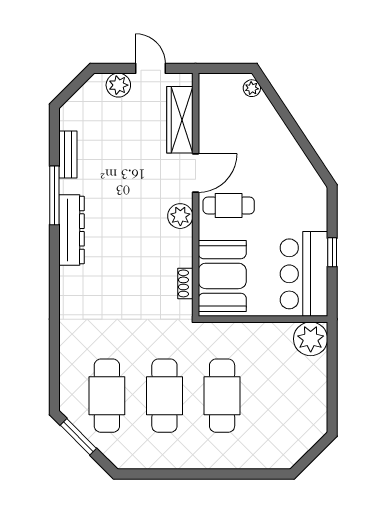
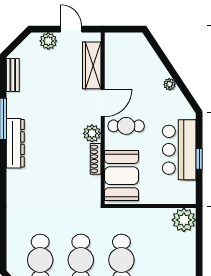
plant: (252, 88) -> (170, 84), moved
bench: (68, 154) -> (13, 75), moved
bar counter: (304, 274) -> (179, 150), moved
shoe rack: (185, 283) -> (96, 159), moved, width x1.43

